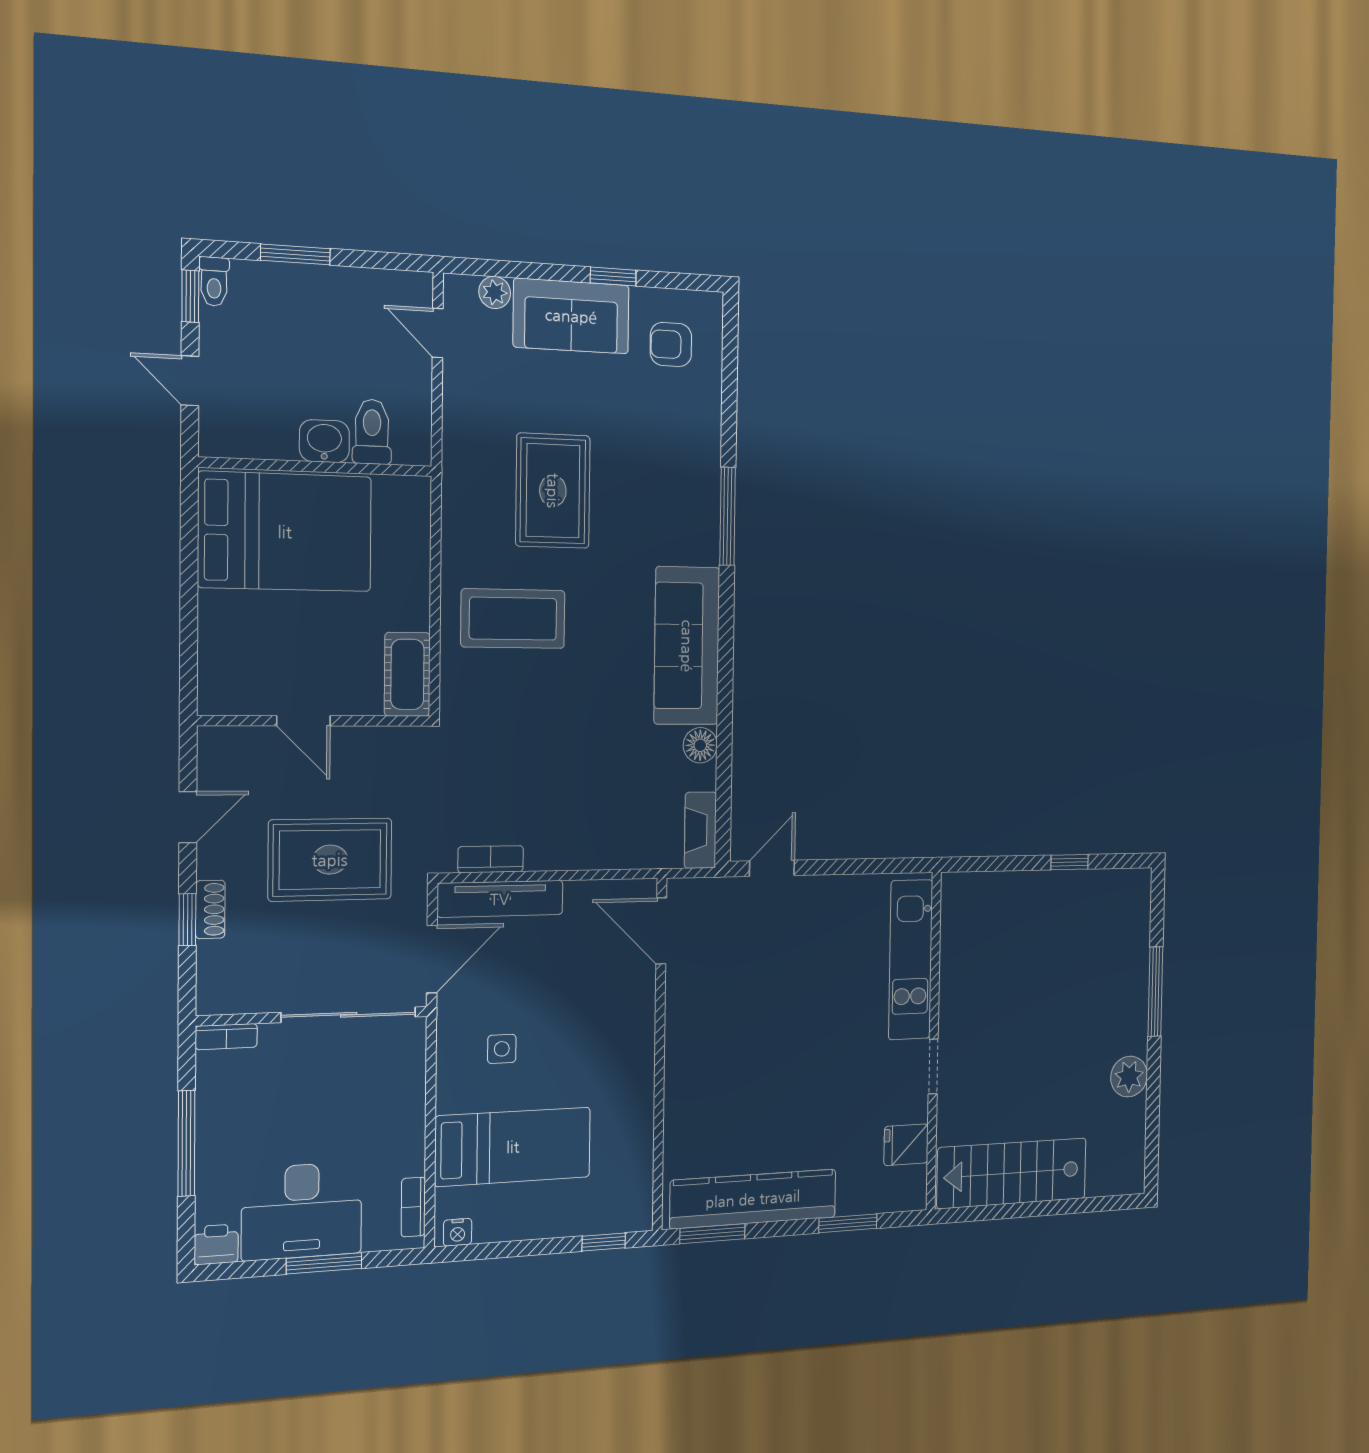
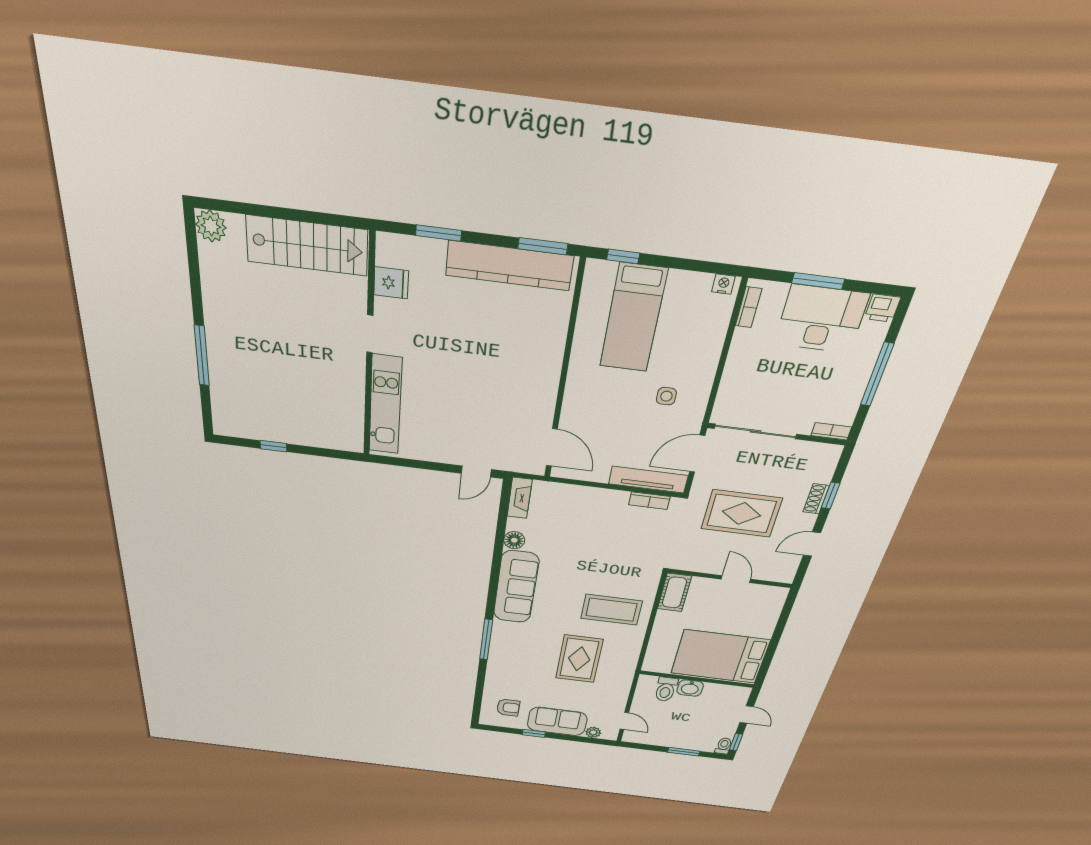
plant: (1129, 1077) -> (211, 226), moved
bed: (513, 1147) -> (633, 318), moved, turned -90

